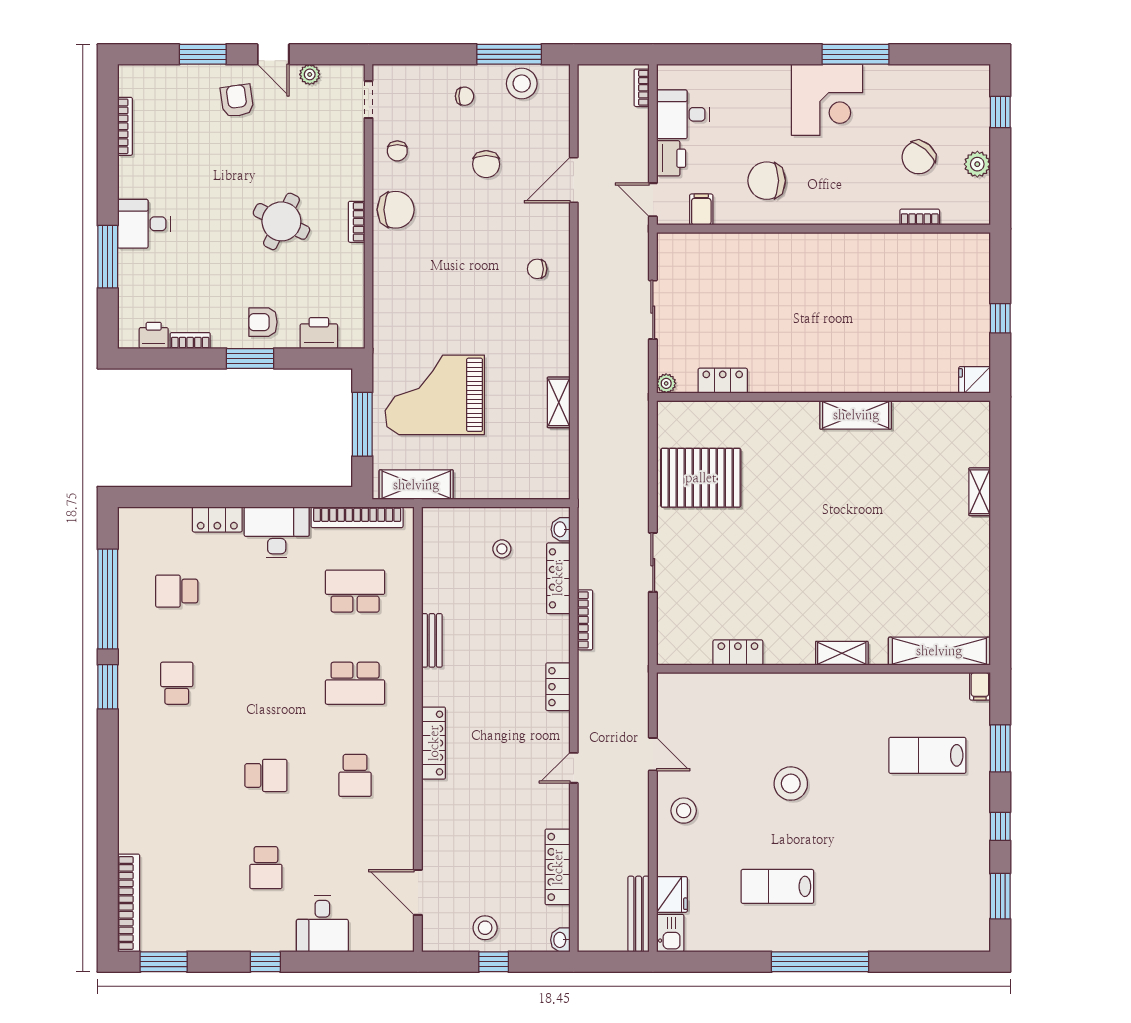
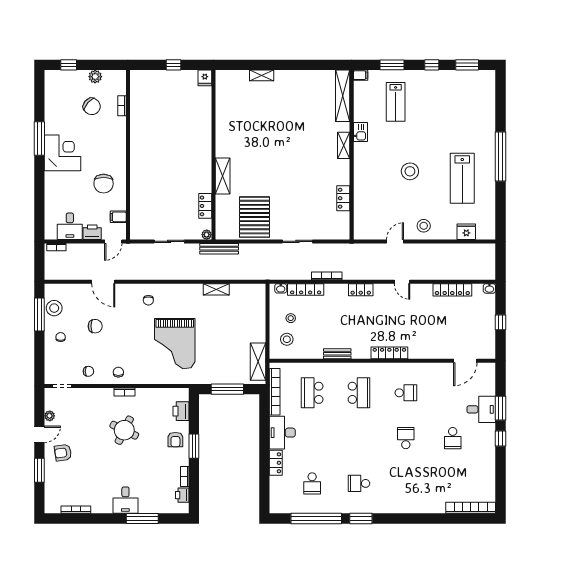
chair: (396, 210) -> (118, 372), width x0.54, depth x0.54
grand piano: (435, 395) -> (175, 344), moved
shelving: (856, 415) -> (223, 176), moved
school desk: (266, 868) -> (453, 438), turned 90
lab bench: (777, 886) -> (462, 178), width x1.36, depth x1.39
bench: (639, 914) -> (219, 249), moved
stool: (485, 928) -> (287, 339), moved
kitchen sink: (670, 933) -> (360, 132), moved, turned 90
window: (164, 962) -> (501, 408), moved

